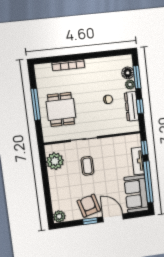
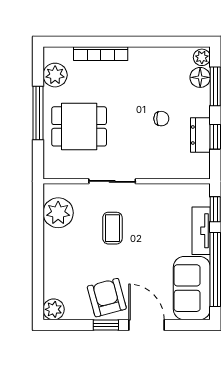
plant: (43, 81) -> (55, 75), added
plant: (130, 85) -> (202, 57), moved
dresser: (132, 106) -> (200, 135), width x0.70
dining table: (61, 109) -> (79, 126), turned 90

